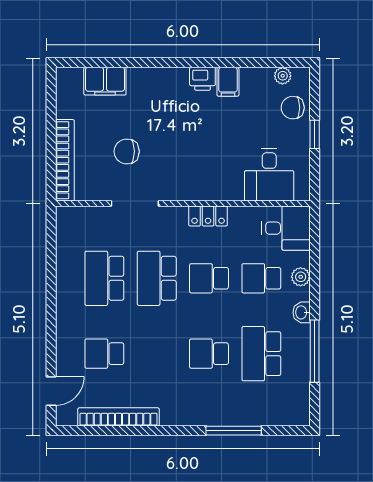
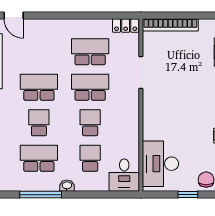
chair: (127, 151) -> (176, 67), removed
desk: (269, 175) -> (160, 164), width x1.37
locker: (208, 216) -> (126, 26), moved, turned -90
plant: (301, 277) -> (91, 185), removed
school desk: (104, 354) -> (39, 87), moved, width x1.85

